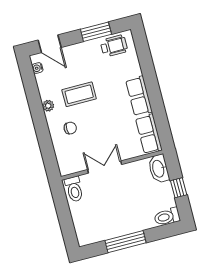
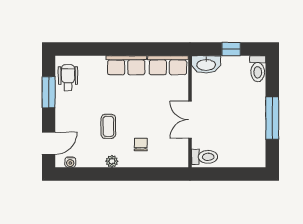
coffee table: (79, 94) -> (108, 126), width x0.73, depth x0.77

